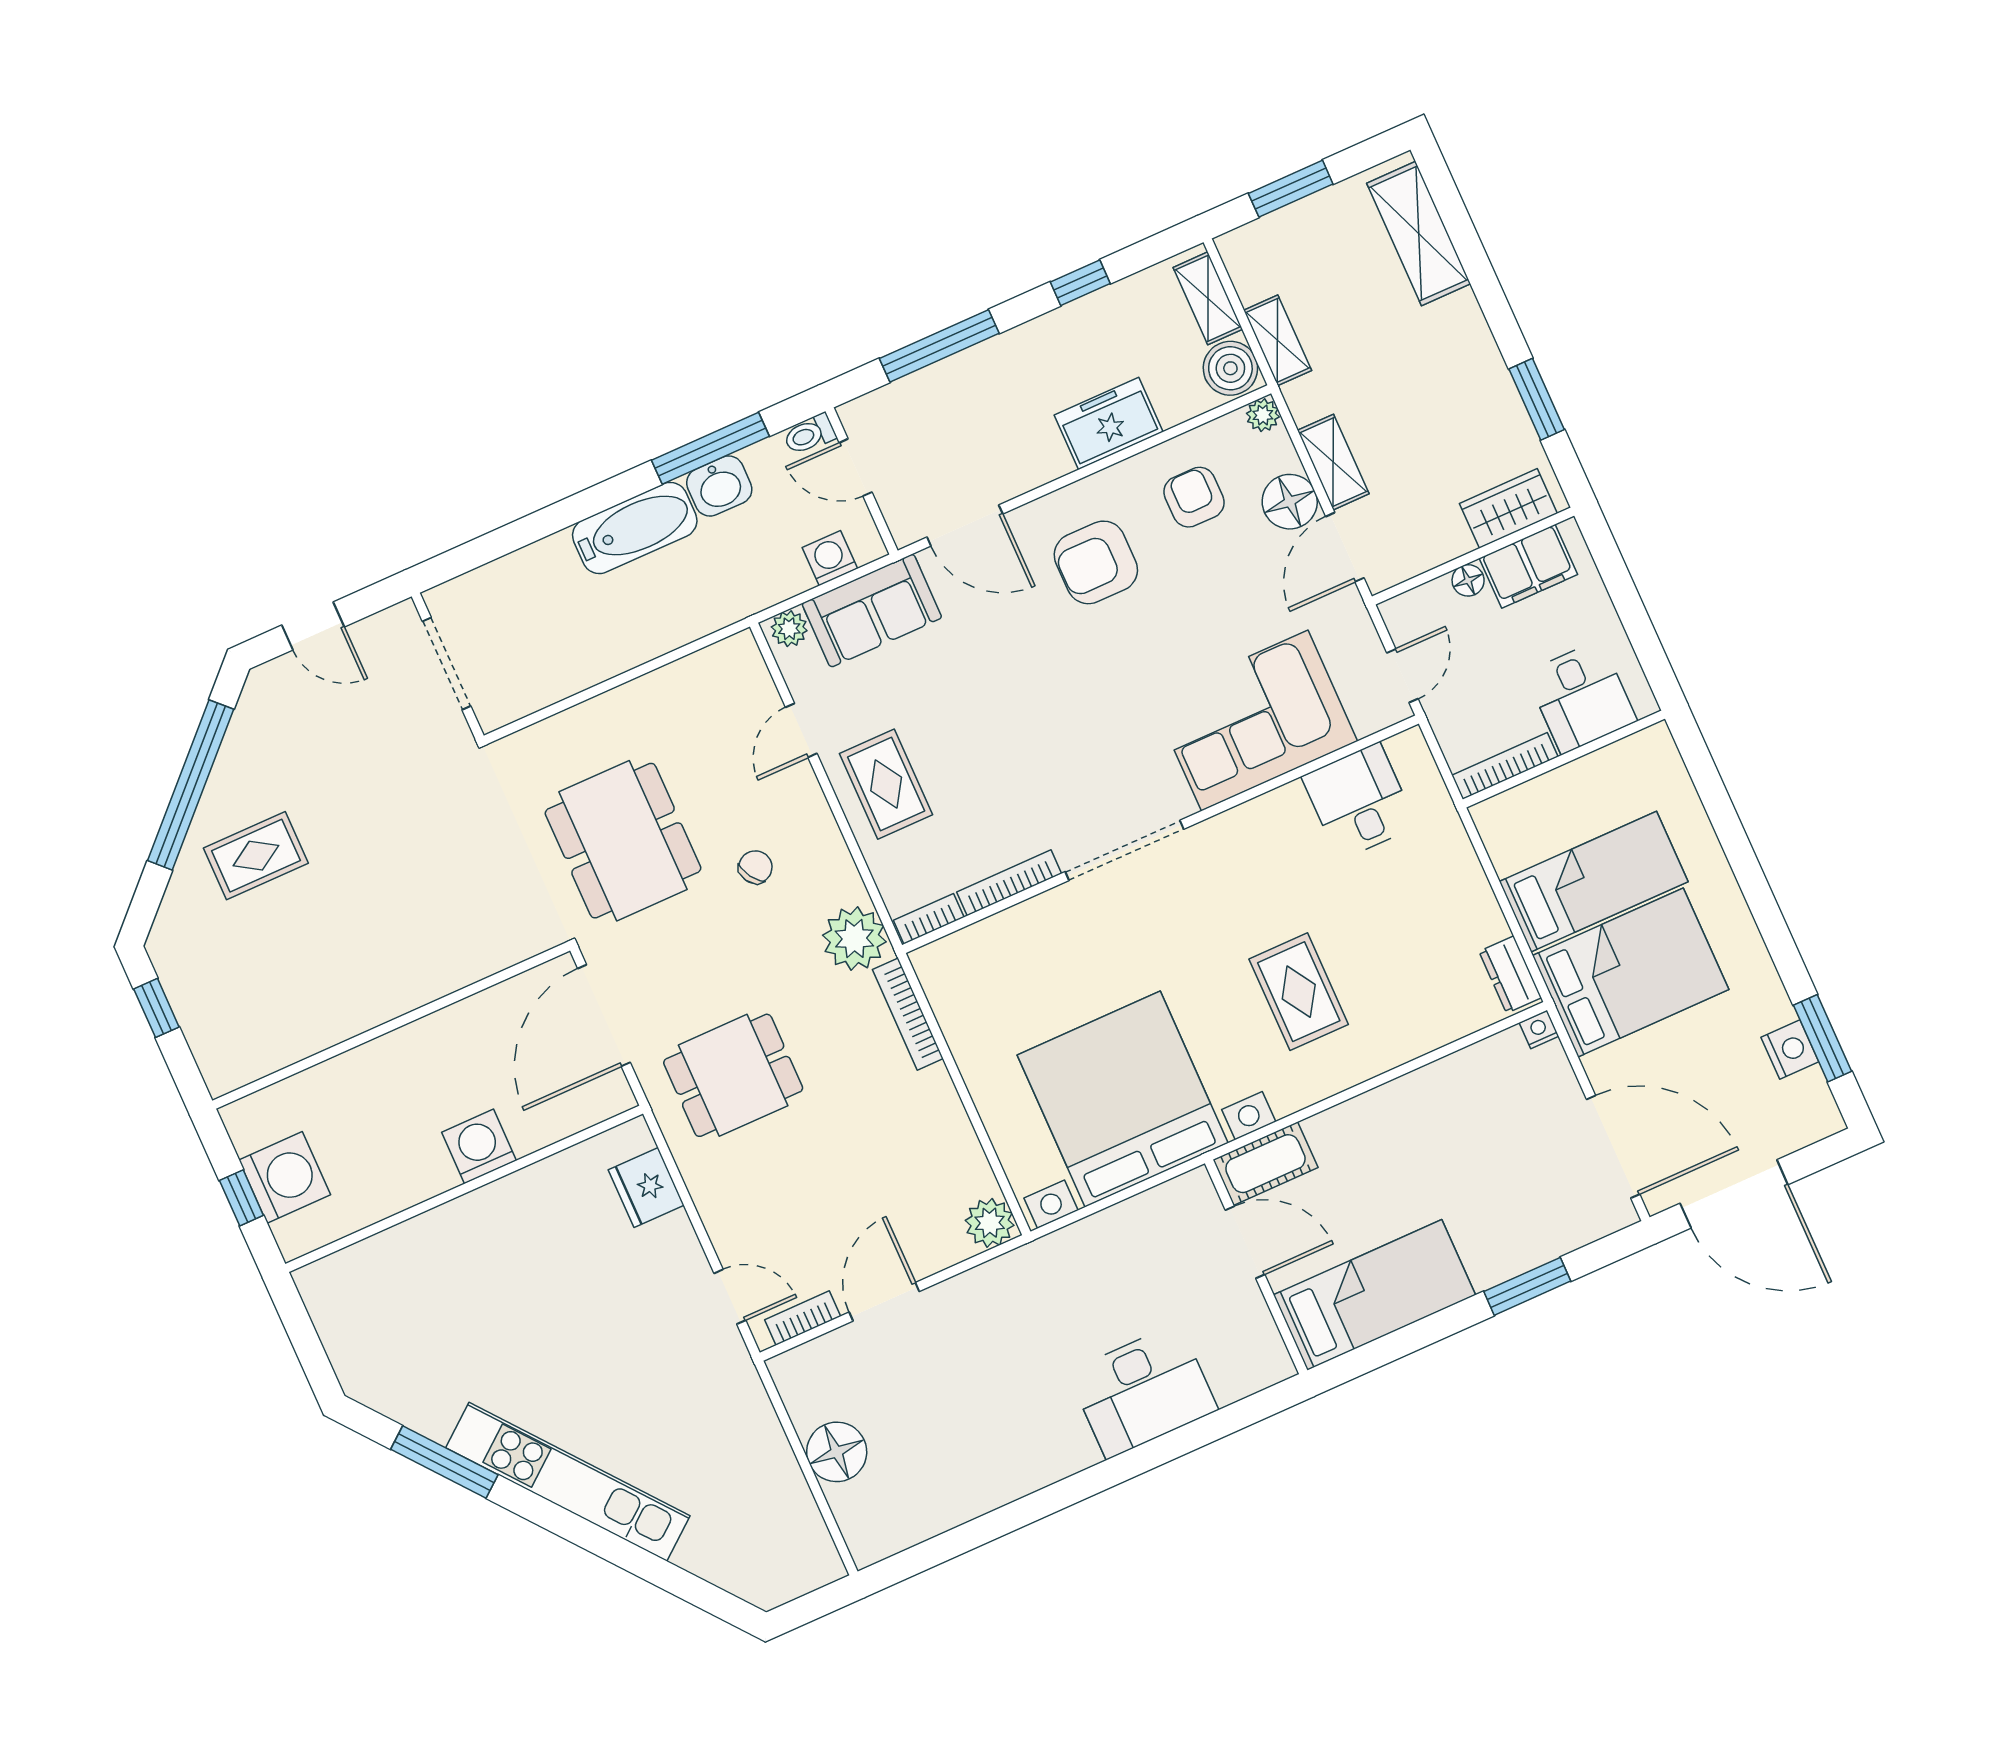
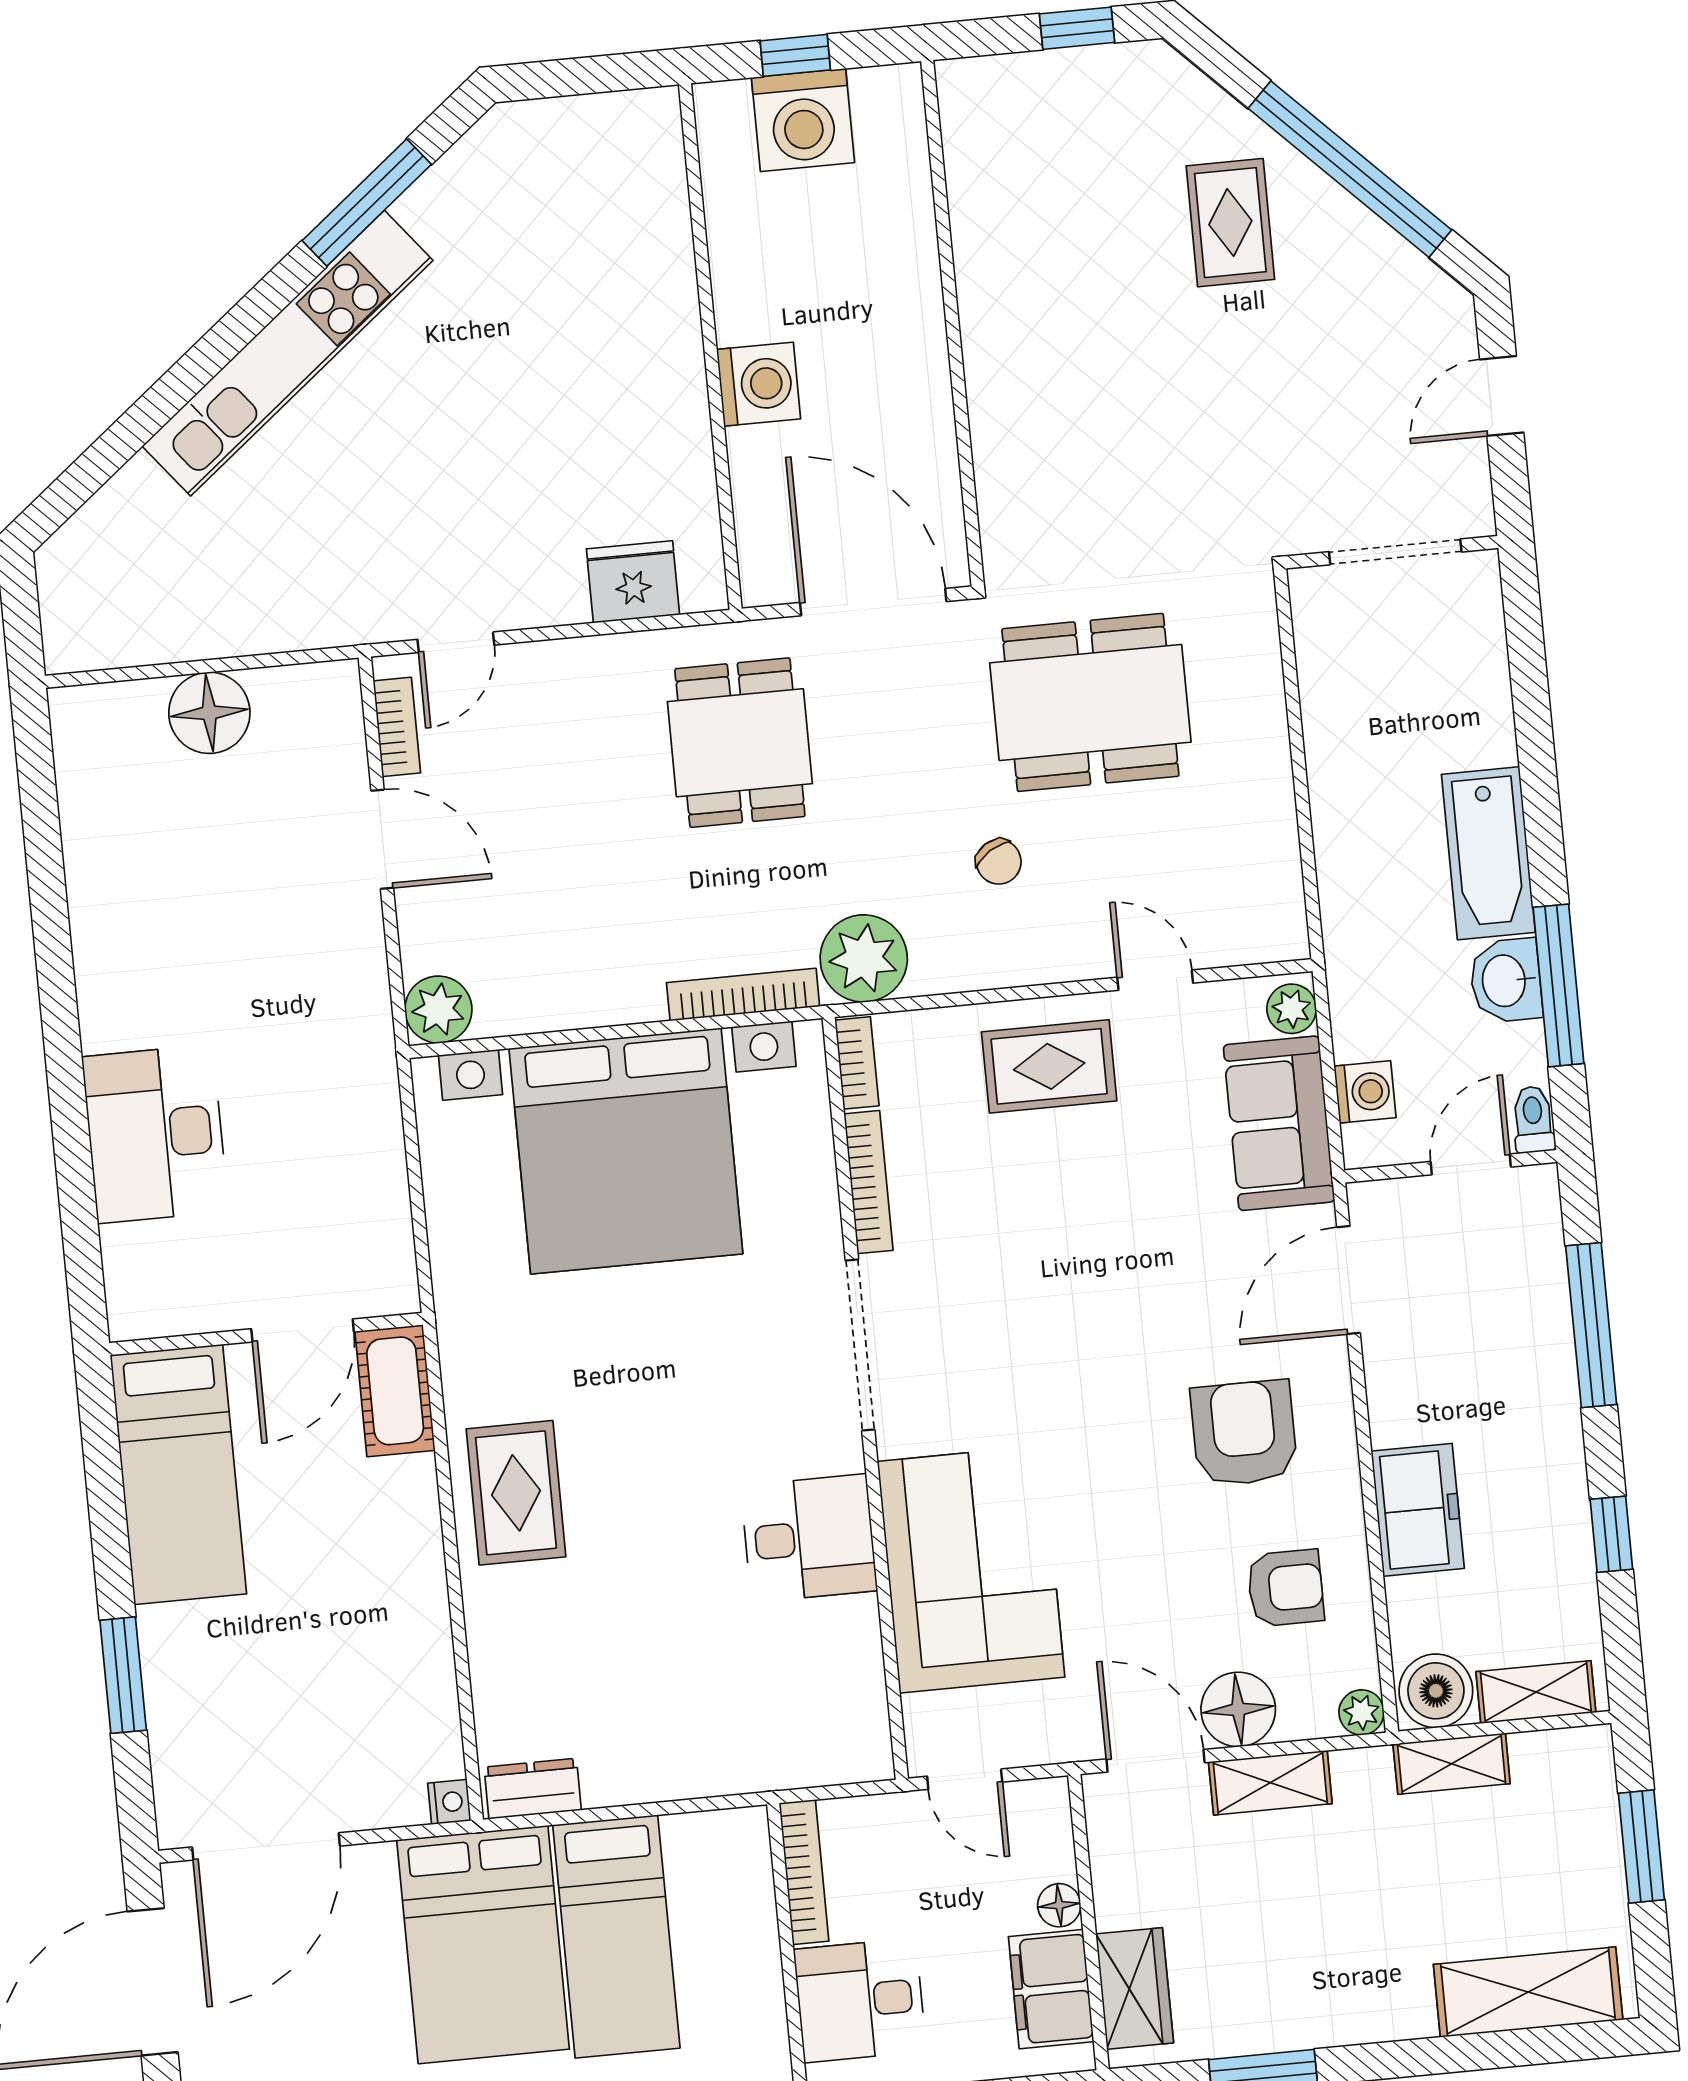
desk: (1359, 801) -> (809, 1538), moved
rug: (1299, 992) -> (516, 1493), moved, turned 90
bed with nightstands: (1123, 1099) -> (626, 1151), moved, turned 90

